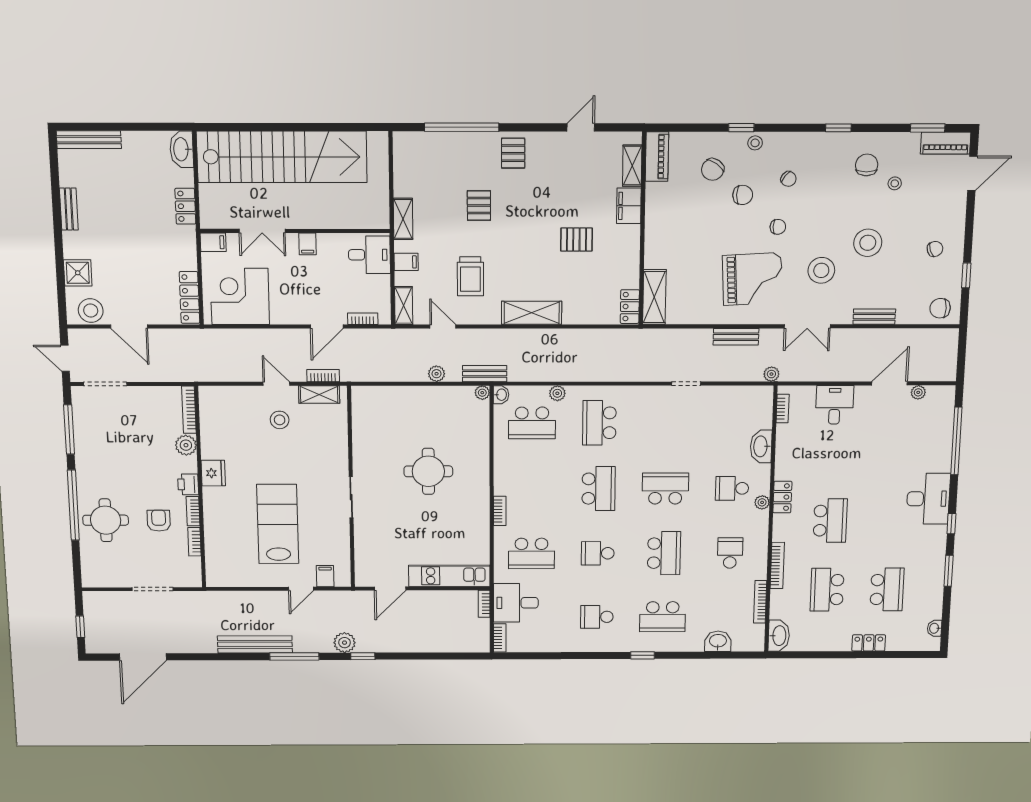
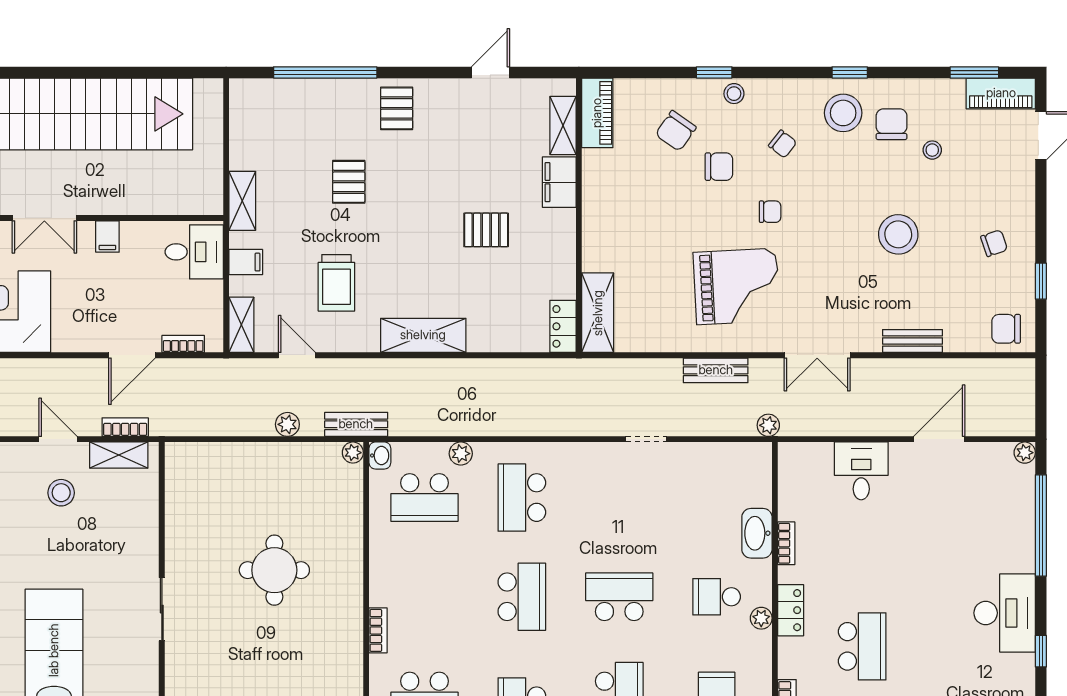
stool: (821, 270) -> (843, 113), moved
plant: (918, 392) -> (1025, 453), moved
bookcase: (783, 408) -> (786, 543), moved

